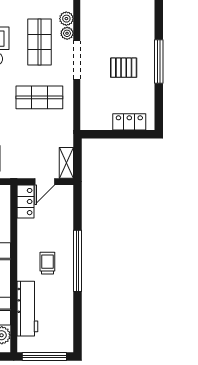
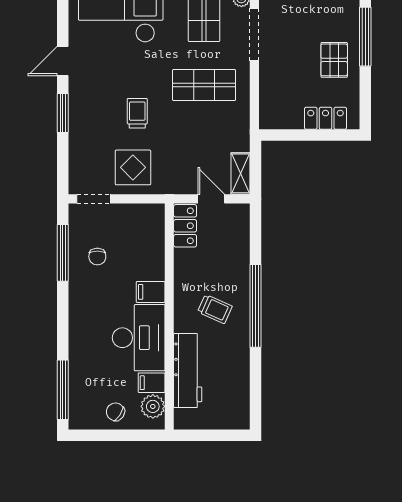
pallet: (124, 68) -> (334, 60), moved, turned 90
door: (45, 182) -> (211, 199), swing flipped
trolley: (47, 263) -> (215, 309), turned 114
window: (44, 357) -> (211, 435), removed

